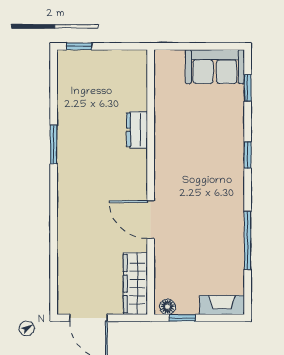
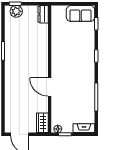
plant: (81, 62) -> (16, 11), added
dresser: (137, 130) -> (43, 14), moved
wardrobe: (135, 284) -> (42, 123), width x0.67

